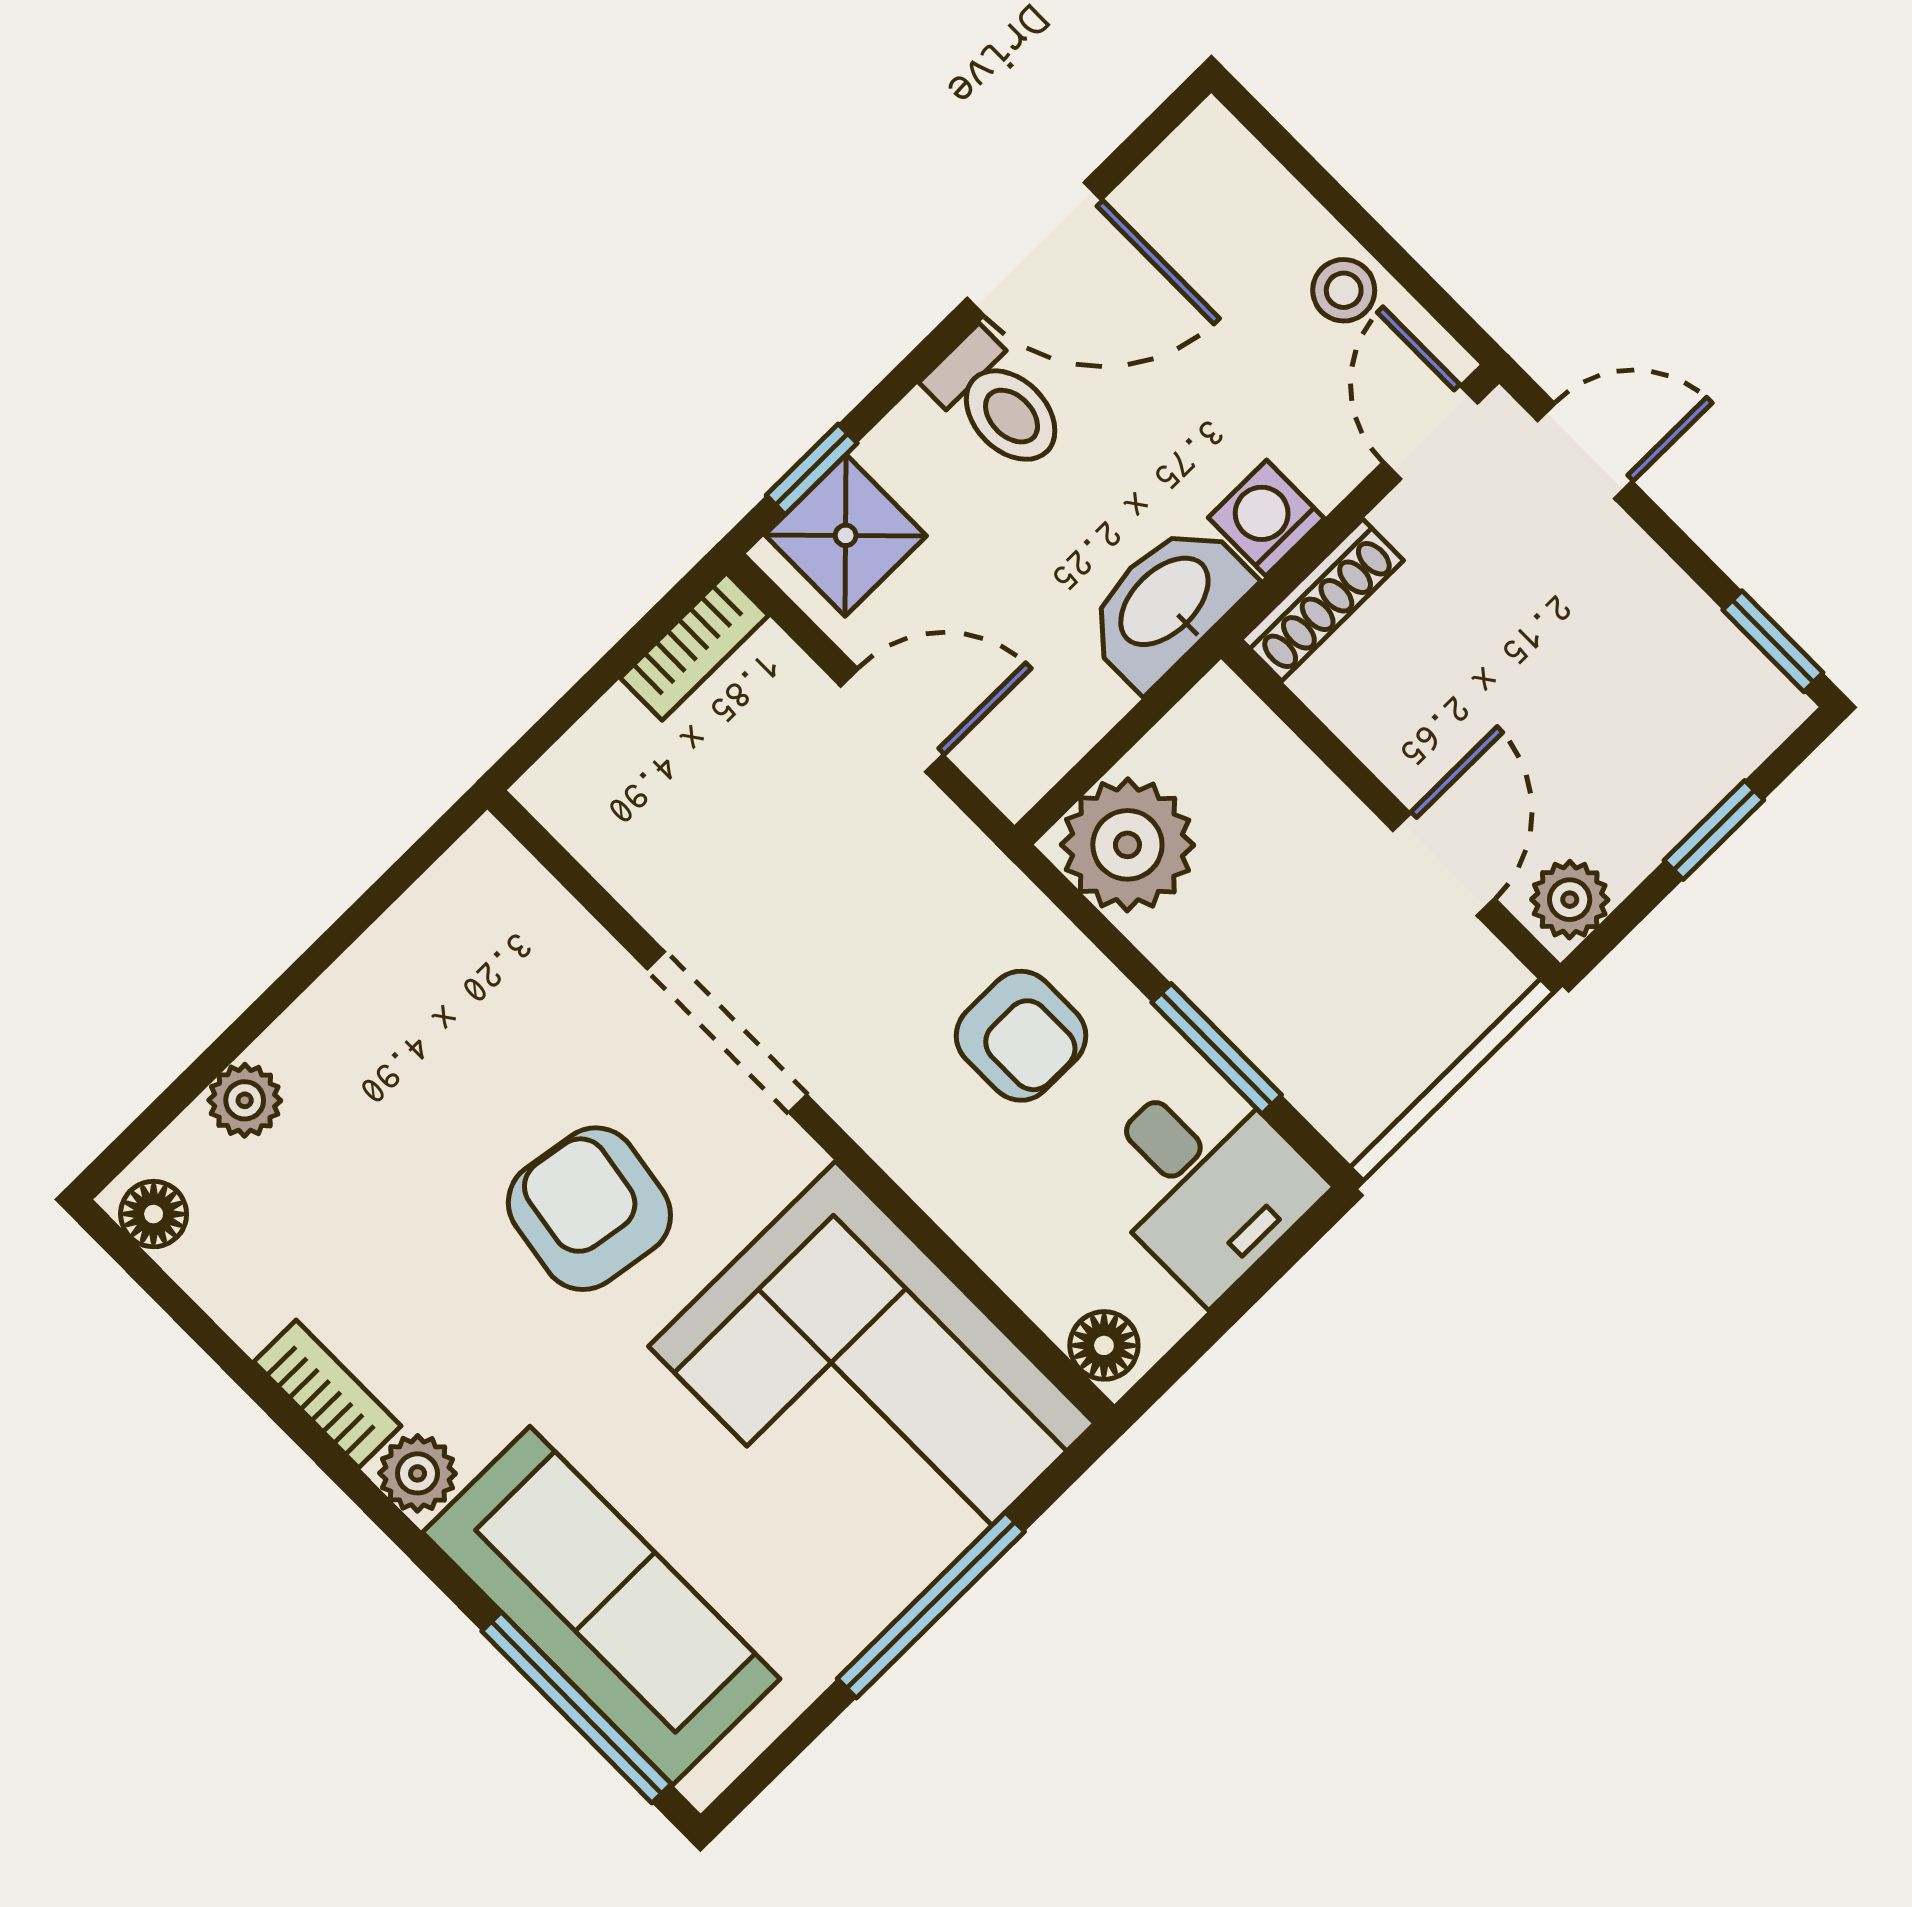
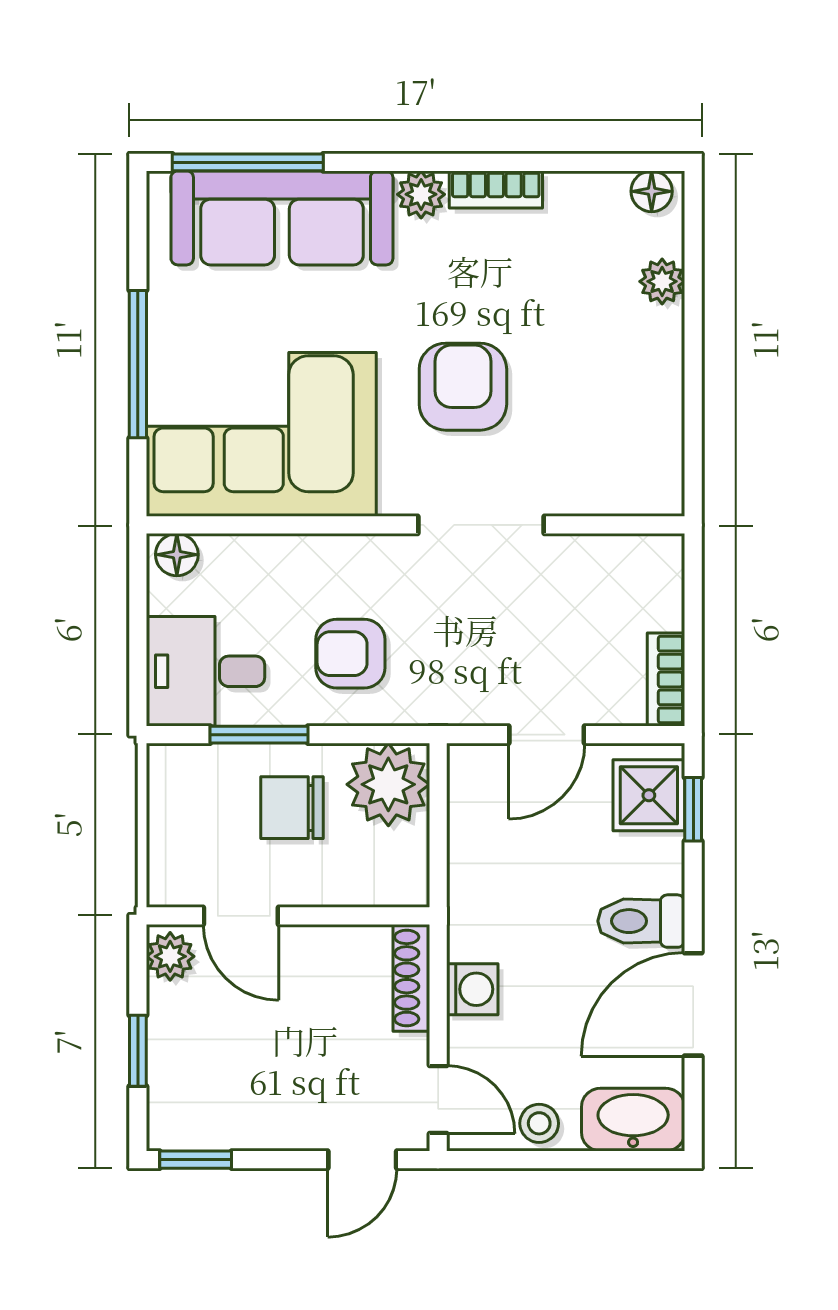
washbasin: (1167, 603) -> (633, 1120), moved, turned -90
chair: (1263, 929) -> (292, 808), added
armchair: (589, 1209) -> (463, 387), turned -99

